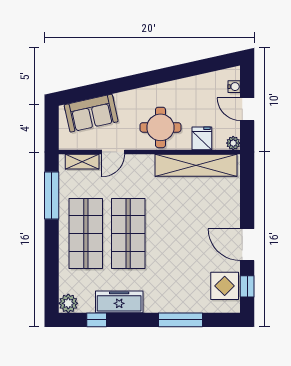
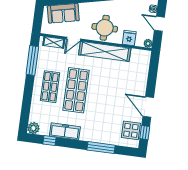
shelving: (196, 165) -> (105, 51), moved
shop shelf: (86, 234) -> (50, 87), width x0.70, depth x0.74

